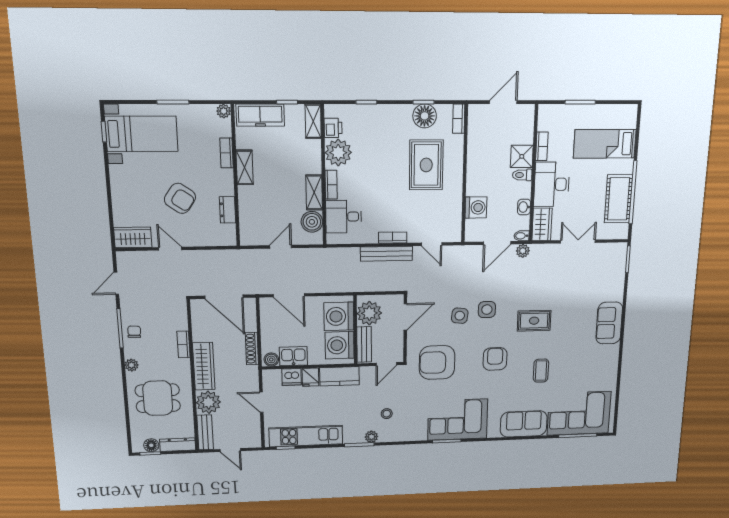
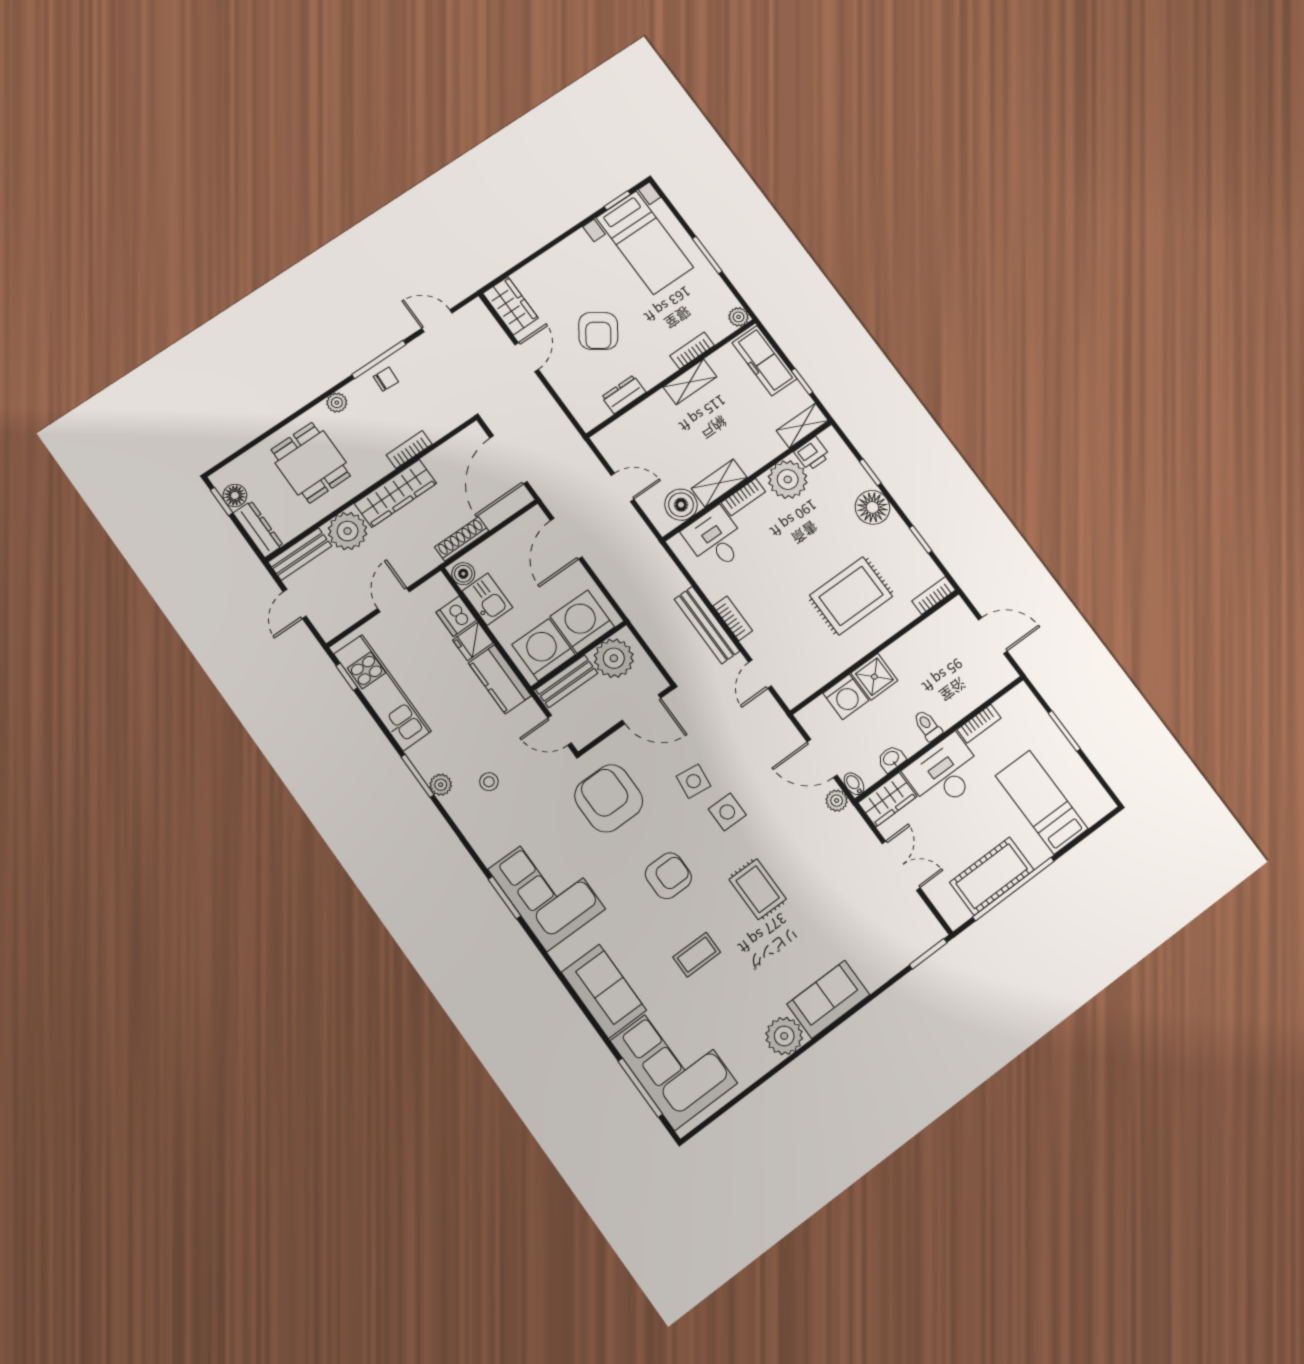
floor lamp: (425, 116) -> (872, 507), moved
shower: (522, 156) -> (874, 677), moved
plant: (608, 355) -> (784, 1036), added

